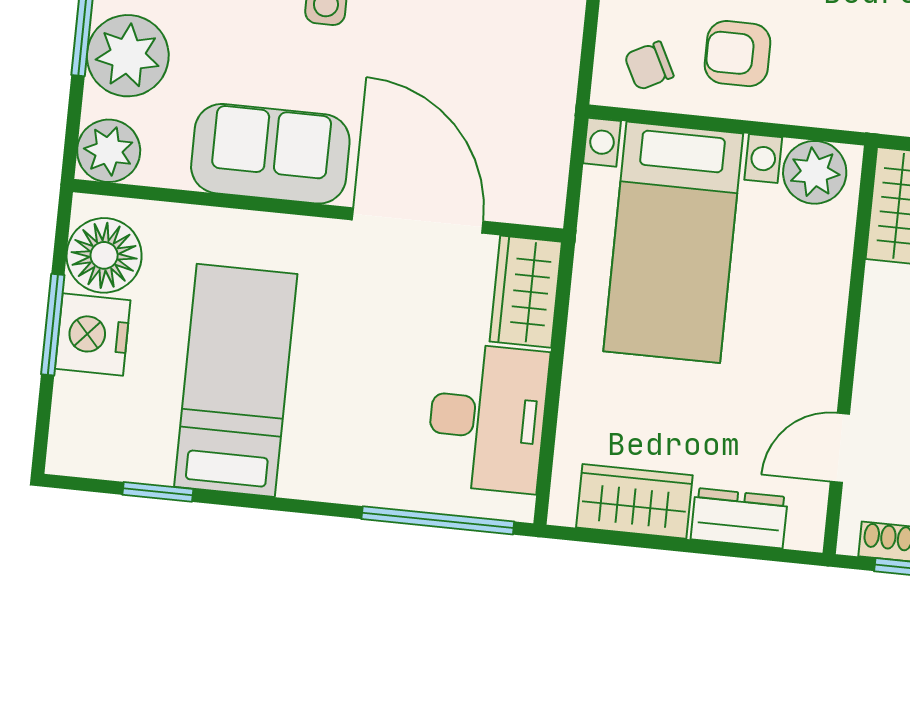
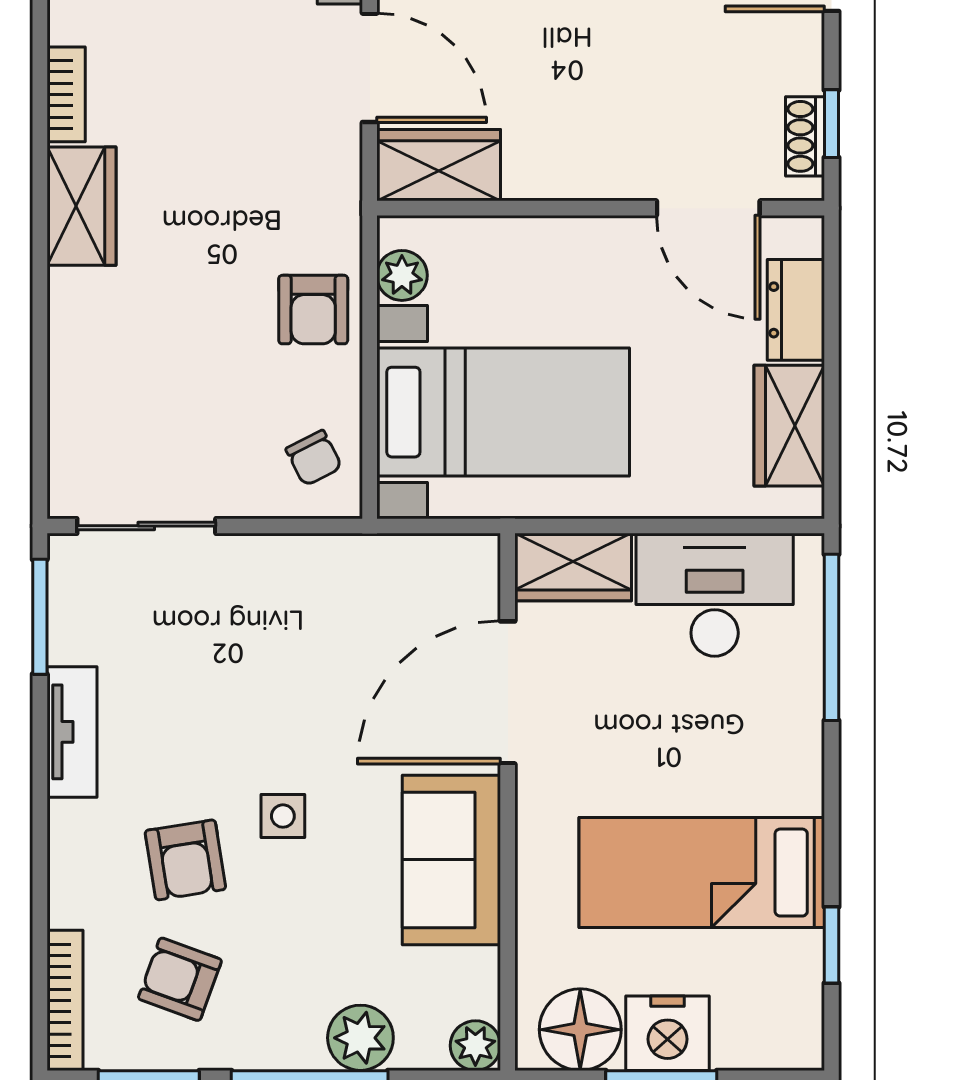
armchair: (737, 54) -> (313, 310), moved
plant: (128, 56) -> (360, 1038), width x0.73, depth x0.73
plant: (109, 151) -> (475, 1046), width x0.73, depth x0.73
plant: (815, 172) -> (402, 275), width x0.73, depth x0.73
door: (840, 448) -> (708, 208), width x1.38

